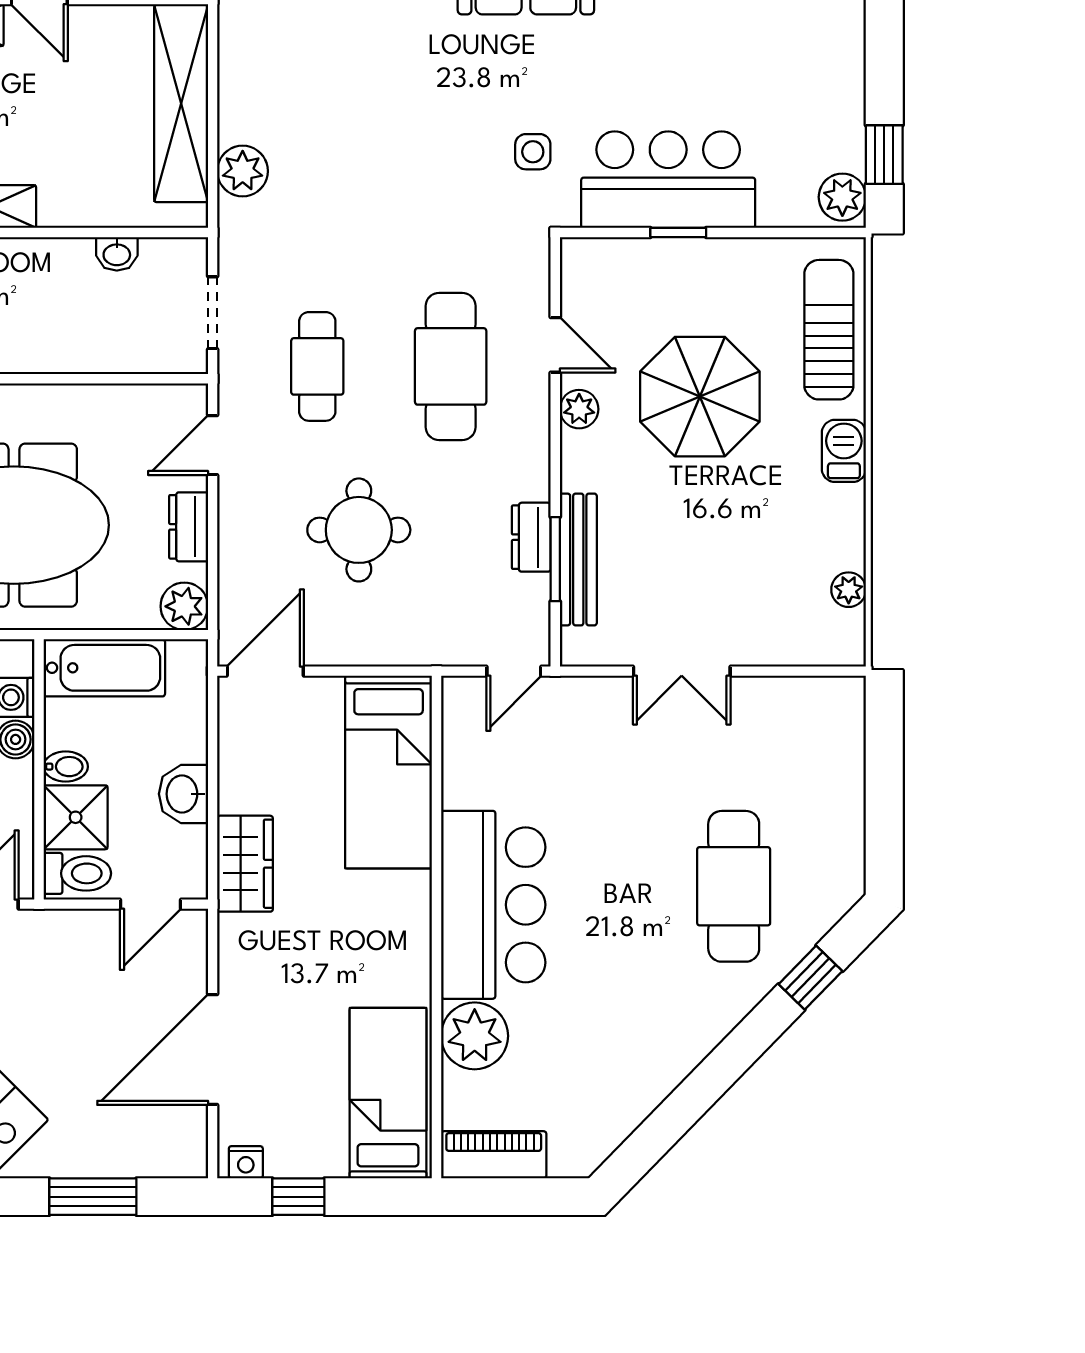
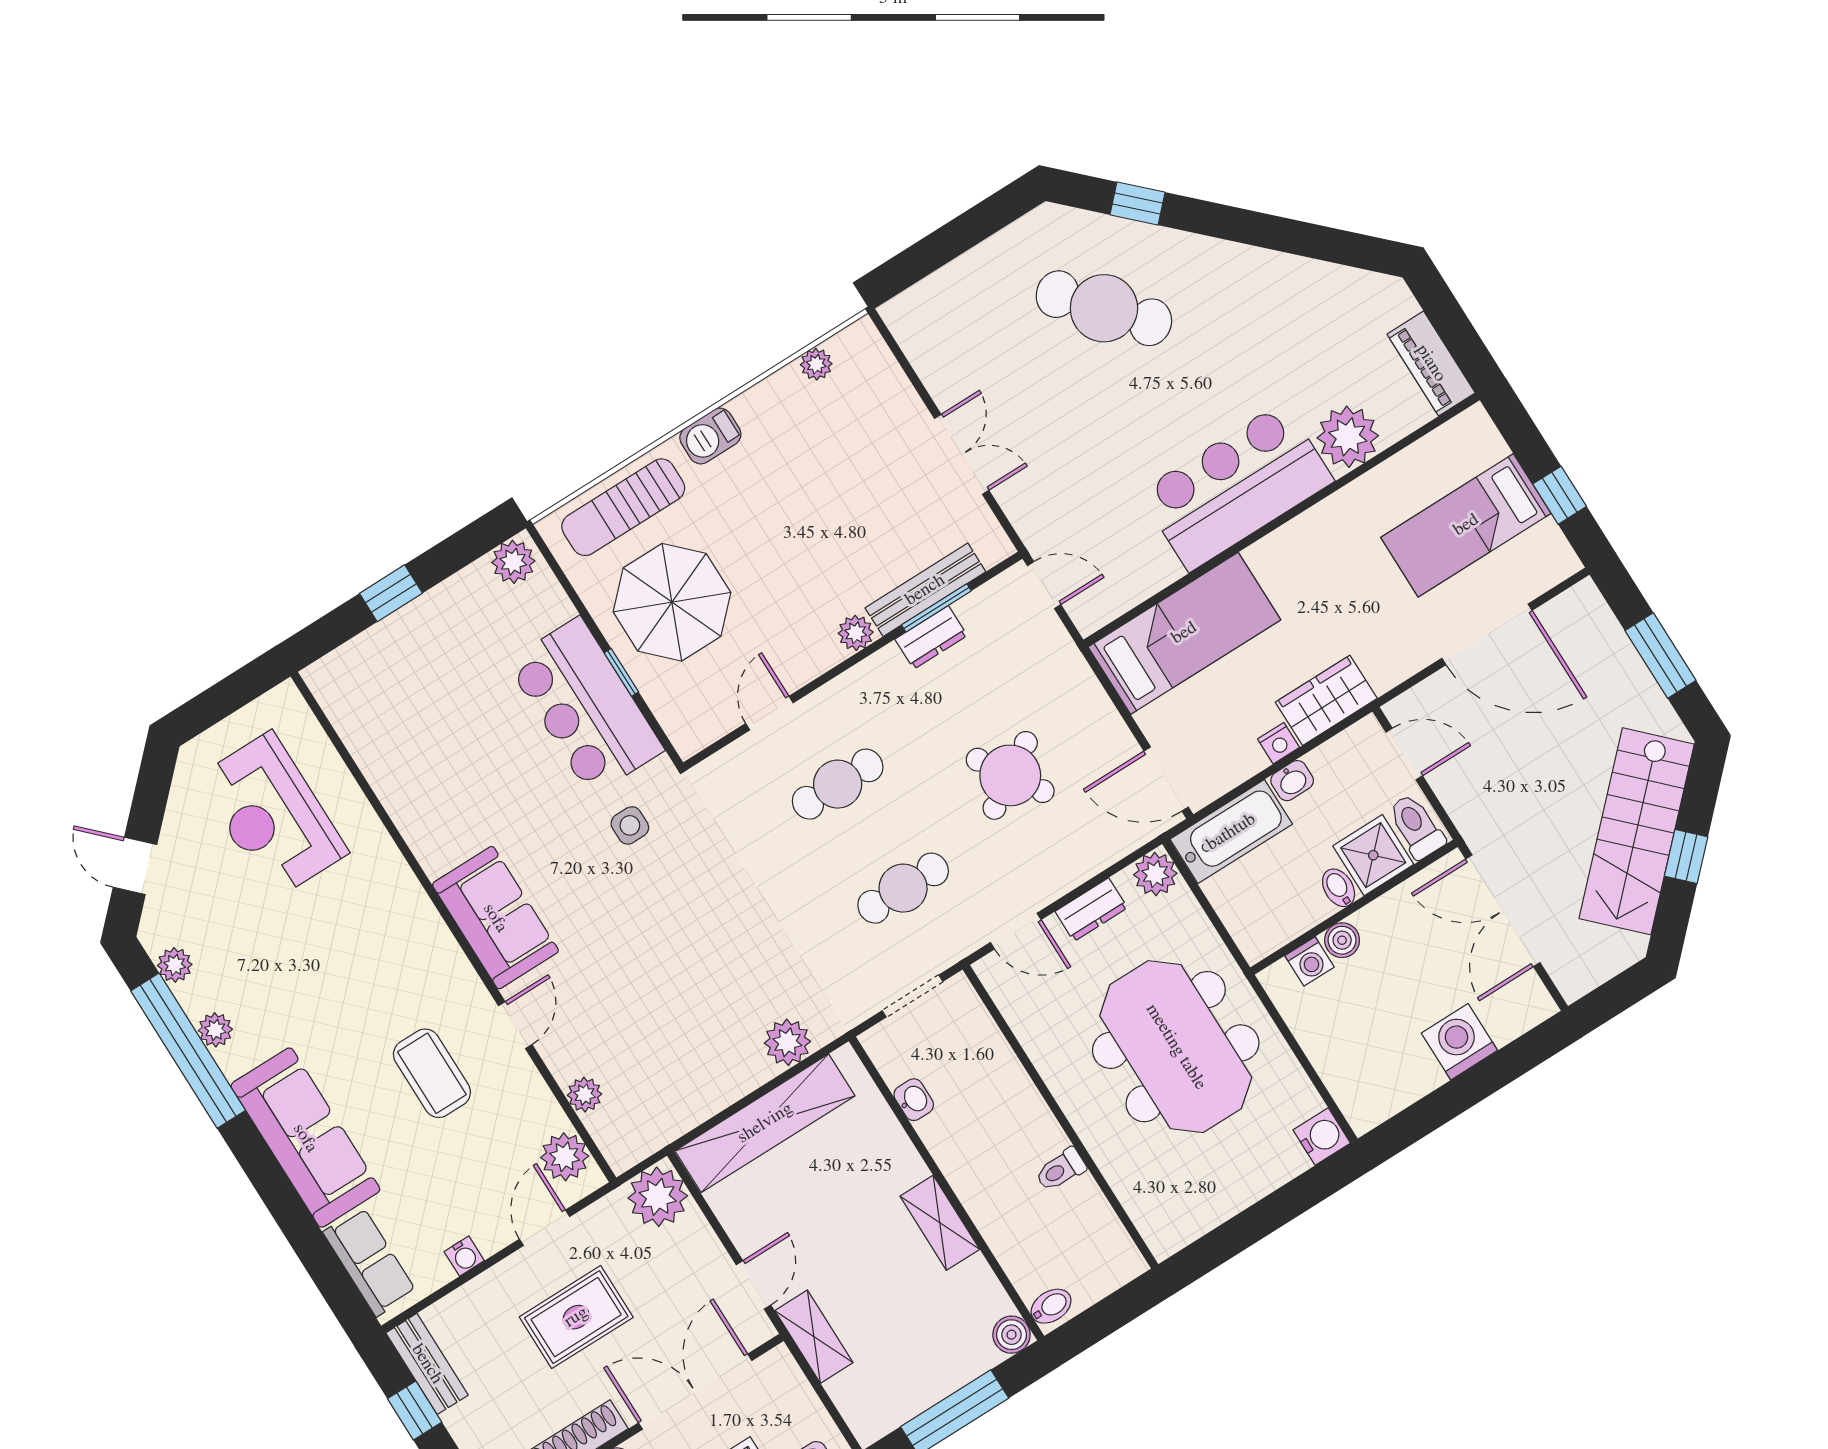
window: (884, 155) -> (391, 593), moved
cafe table: (451, 366) -> (838, 784), width x0.73, depth x0.74
parasol: (700, 397) -> (672, 602), moved
plant: (579, 409) -> (856, 633), moved
round table: (359, 530) -> (1010, 775), turned -32
bathtub: (104, 668) -> (1231, 832), moved, turned 90
washbasin: (183, 794) -> (1292, 781), width x0.72, depth x0.69
cafe table: (734, 886) -> (1104, 308), turned 49
bed: (388, 1093) -> (1466, 525), moved
nightstand: (246, 1162) -> (1279, 743), moved, turned 90

